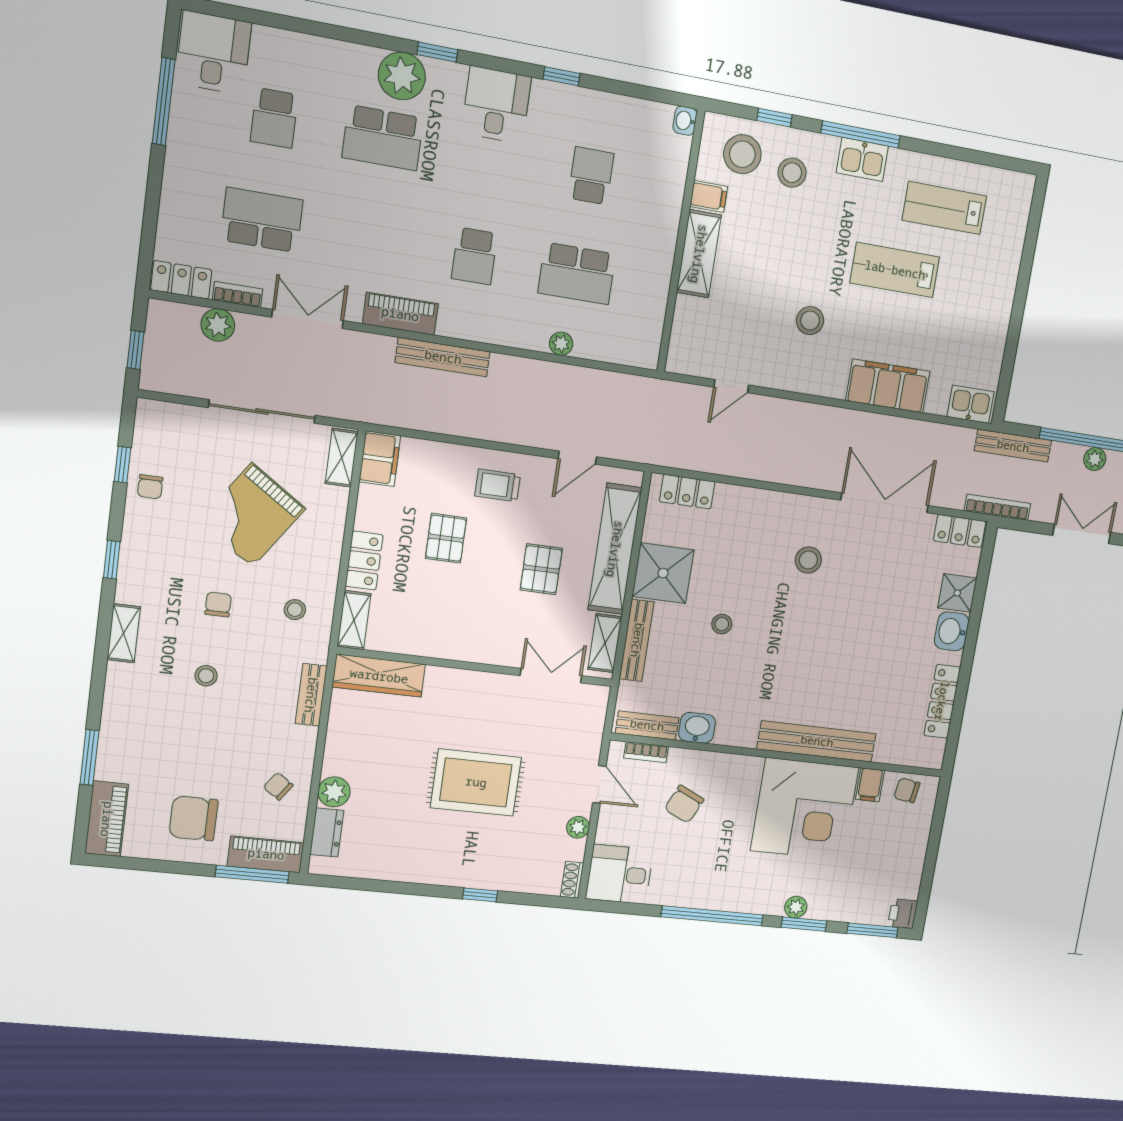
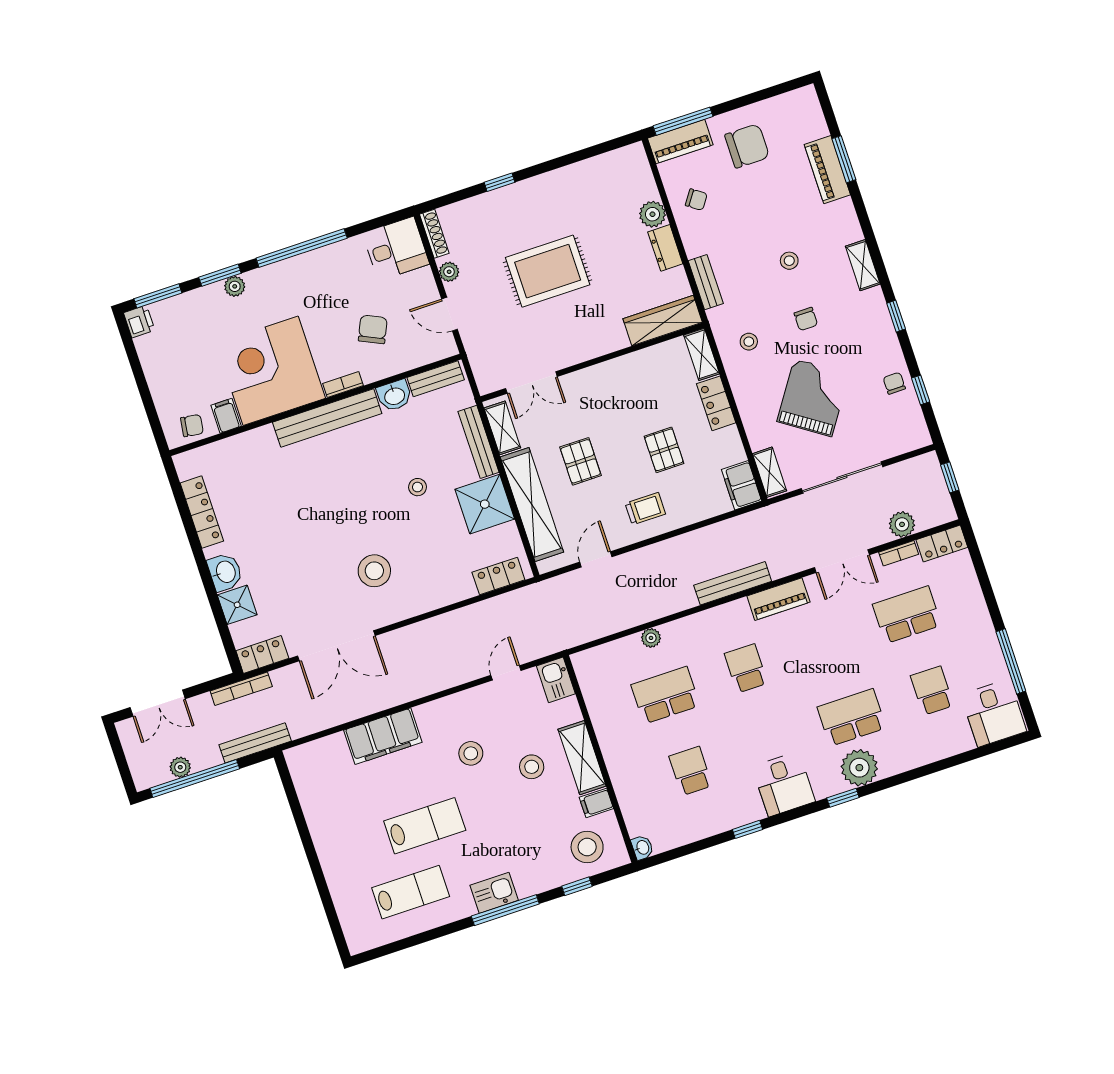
stool: (792, 173) -> (532, 767), moved
school desk: (591, 176) -> (691, 771), turned 180
school desk: (262, 220) -> (907, 615), turned 180
kitchen sink: (971, 404) -> (556, 680), moved, turned 90
stool: (808, 560) -> (374, 571), width x1.38, depth x1.38
bench: (817, 741) -> (327, 418), moved
bookcase: (646, 752) -> (343, 384), moved
piano: (107, 819) -> (827, 170), moved
dresser: (327, 832) -> (665, 248), moved
shoe rack: (572, 880) -> (434, 234), width x1.43

